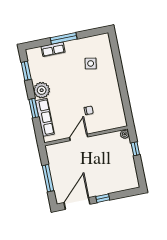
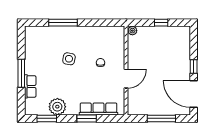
side table: (91, 63) -> (69, 59), moved
window: (119, 68) -> (63, 23), added
plant: (42, 90) -> (57, 107), moved
door: (79, 137) -> (126, 79), swing flipped
window: (135, 149) -> (161, 23), moved

